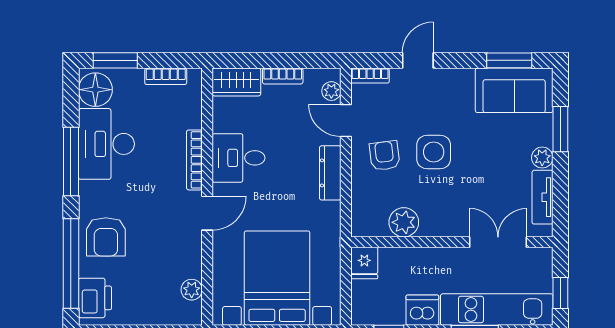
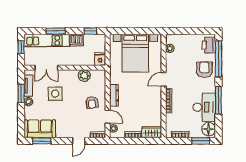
window: (560, 129) -> (21, 93), moved
side table: (434, 152) -> (55, 94), moved
desk: (239, 158) -> (151, 102), removed

